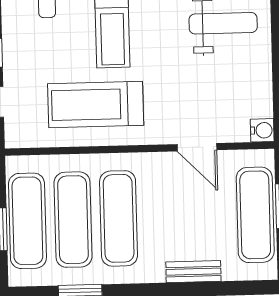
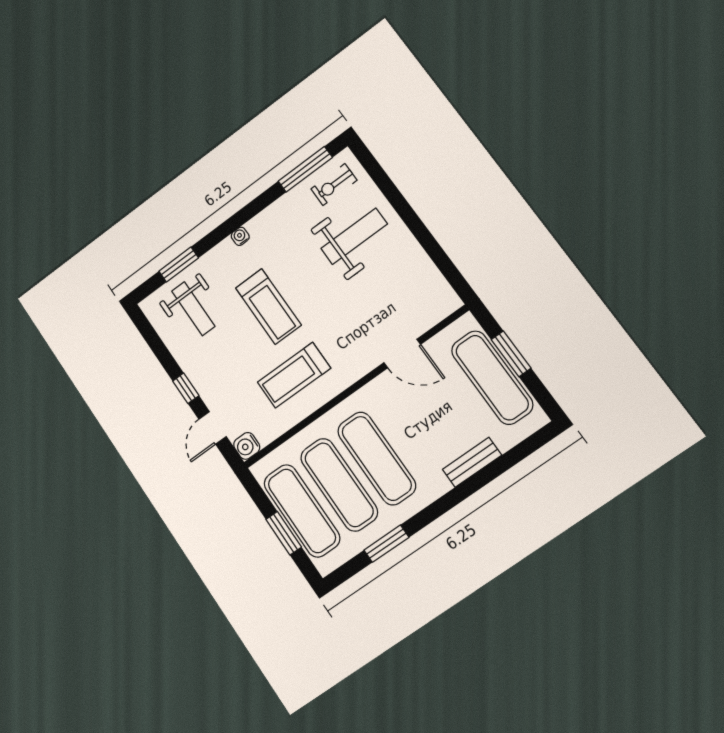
treadmill: (96, 105) -> (294, 375), width x0.73, depth x0.73
water cooler: (262, 130) -> (247, 446), moved, turned 180

